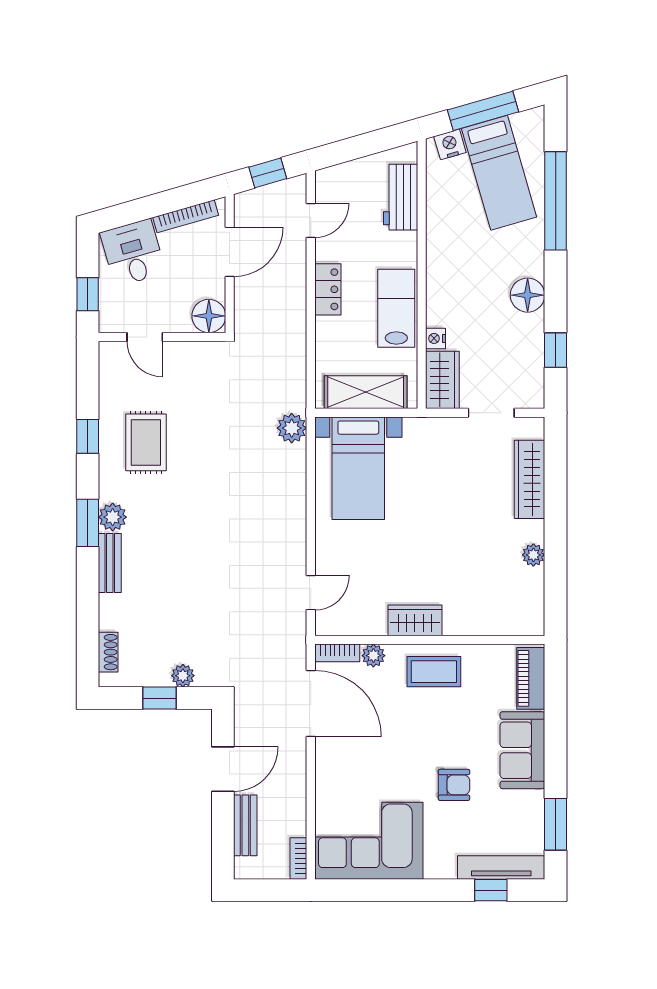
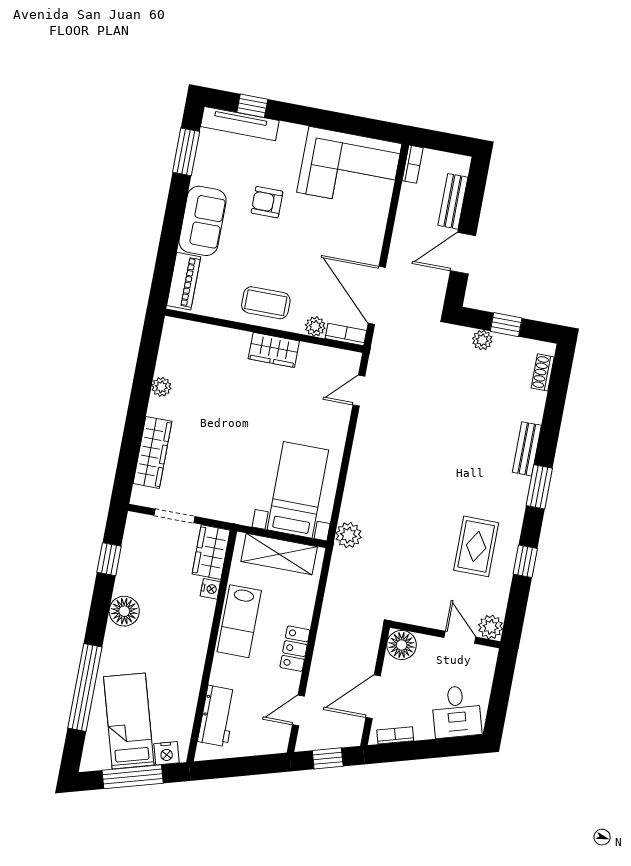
bookcase: (186, 216) -> (395, 735), width x0.64
window: (88, 294) -> (502, 683), removed
plant: (113, 517) -> (491, 627), moved

